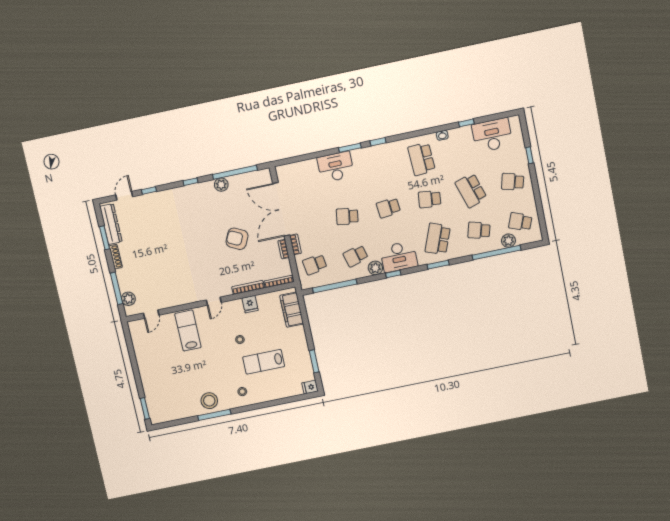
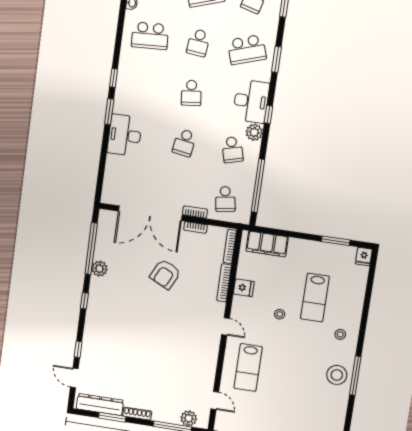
school desk: (438, 239) -> (247, 50), turned -39
lab bench: (188, 331) -> (248, 368), turned -90

